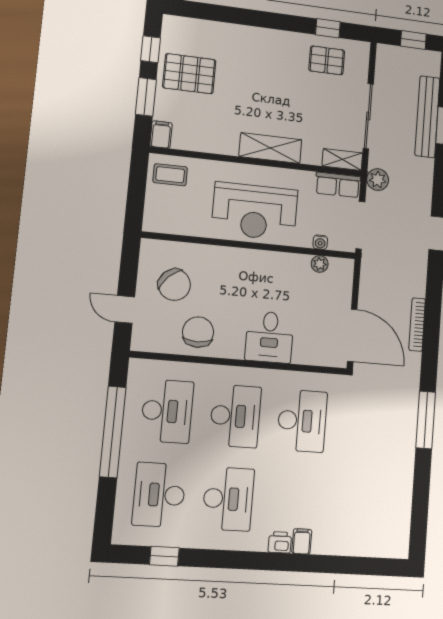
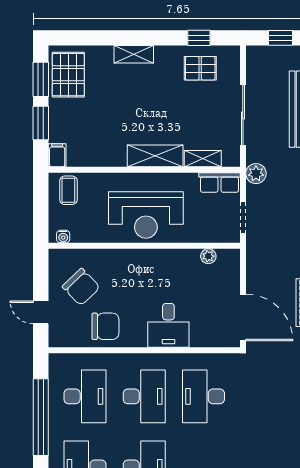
shelving: (256, 36) -> (134, 54), added
window: (151, 49) -> (41, 79), width x1.50
pallet: (189, 74) -> (68, 75), moved, turned 90
shelving: (342, 159) -> (203, 159), moved
coffee table: (170, 175) -> (68, 190), turned 90
doorway: (360, 225) -> (243, 217), width x0.73
water cooler: (320, 242) -> (63, 237), moved
chair: (198, 332) -> (105, 326), turned 90
desk: (302, 421) -> (203, 396), turned 180

